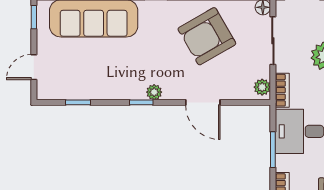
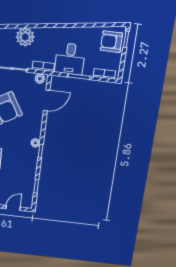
door: (34, 67) -> (13, 208), swing flipped
door: (203, 102) -> (47, 100), moved

